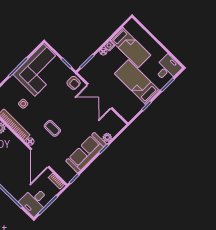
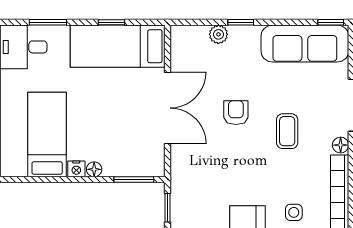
bed: (137, 82) -> (118, 46), moved, turned 90
armchair: (74, 83) -> (236, 113), moved
sofa: (86, 153) -> (305, 44), moved

